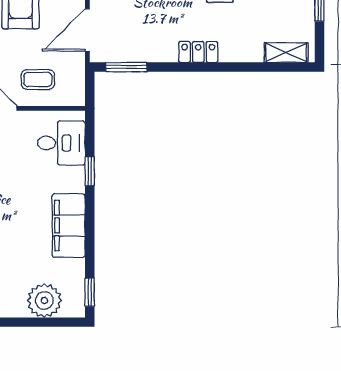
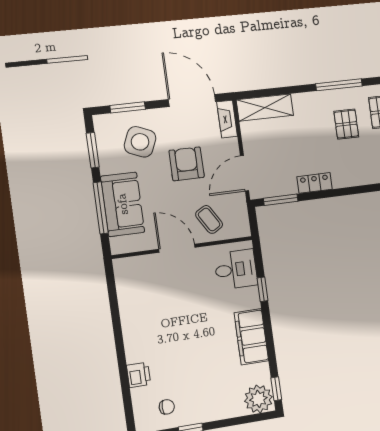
locker: (198, 52) -> (315, 183), moved
coffee table: (38, 79) -> (209, 219), turned 59
plant: (44, 301) -> (258, 399), moved

